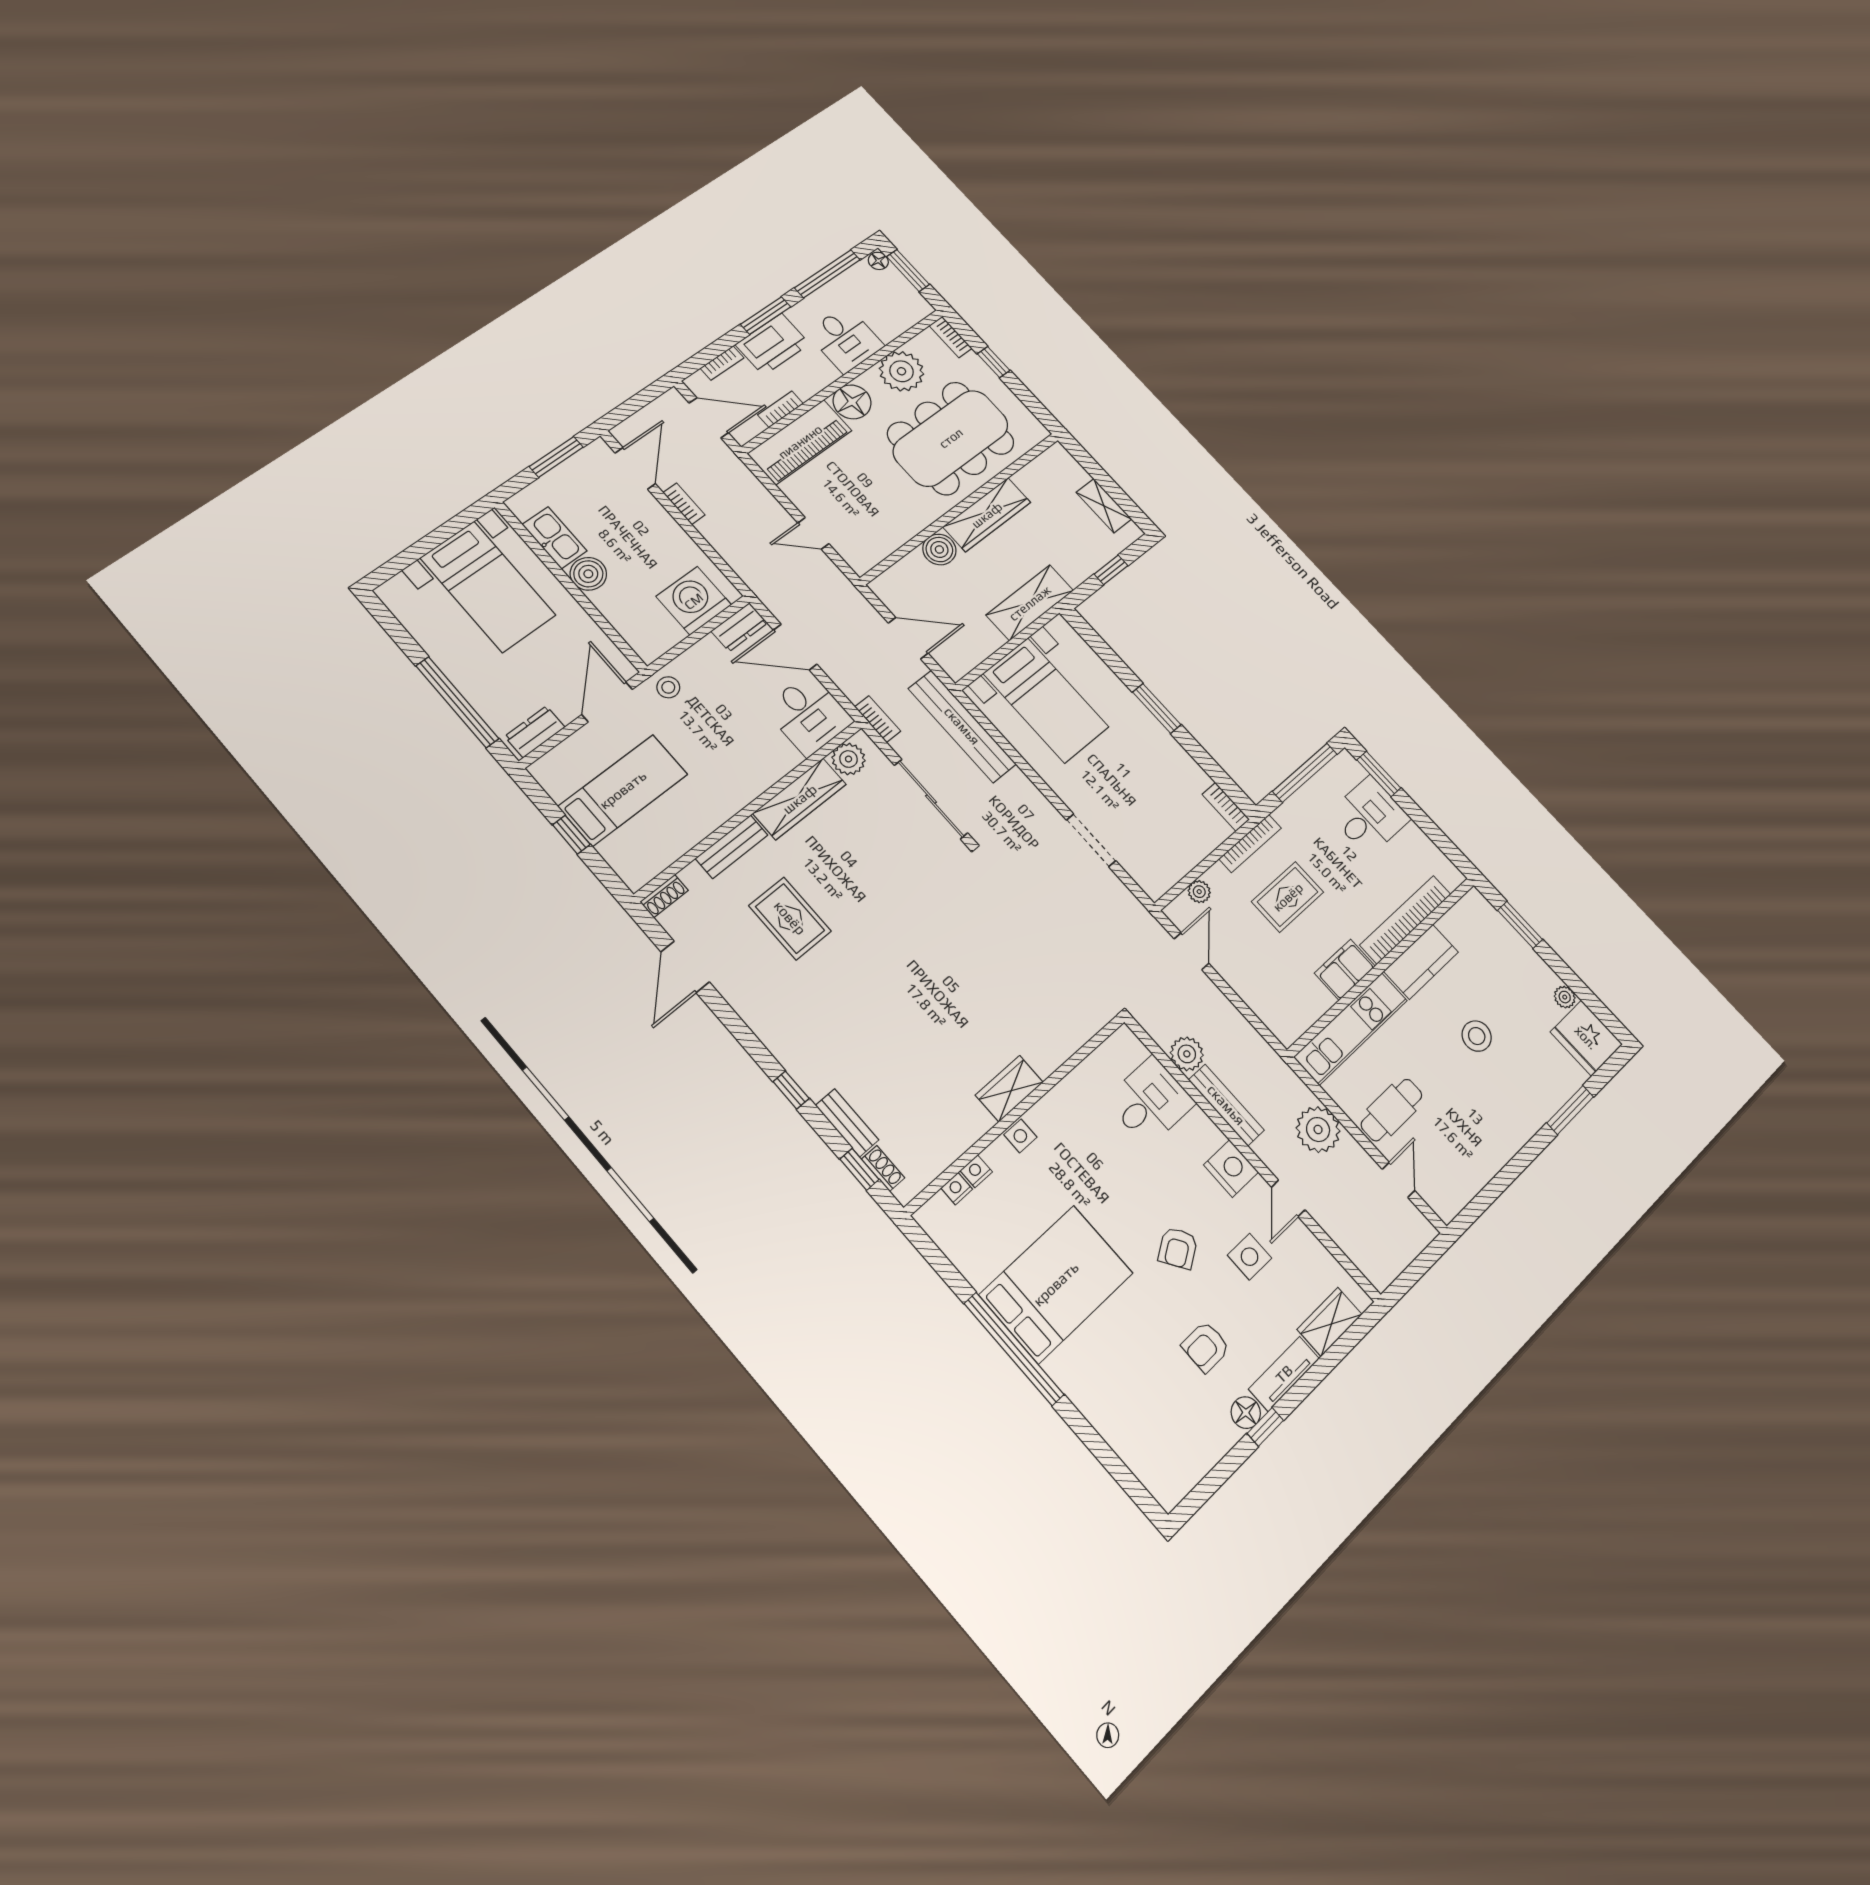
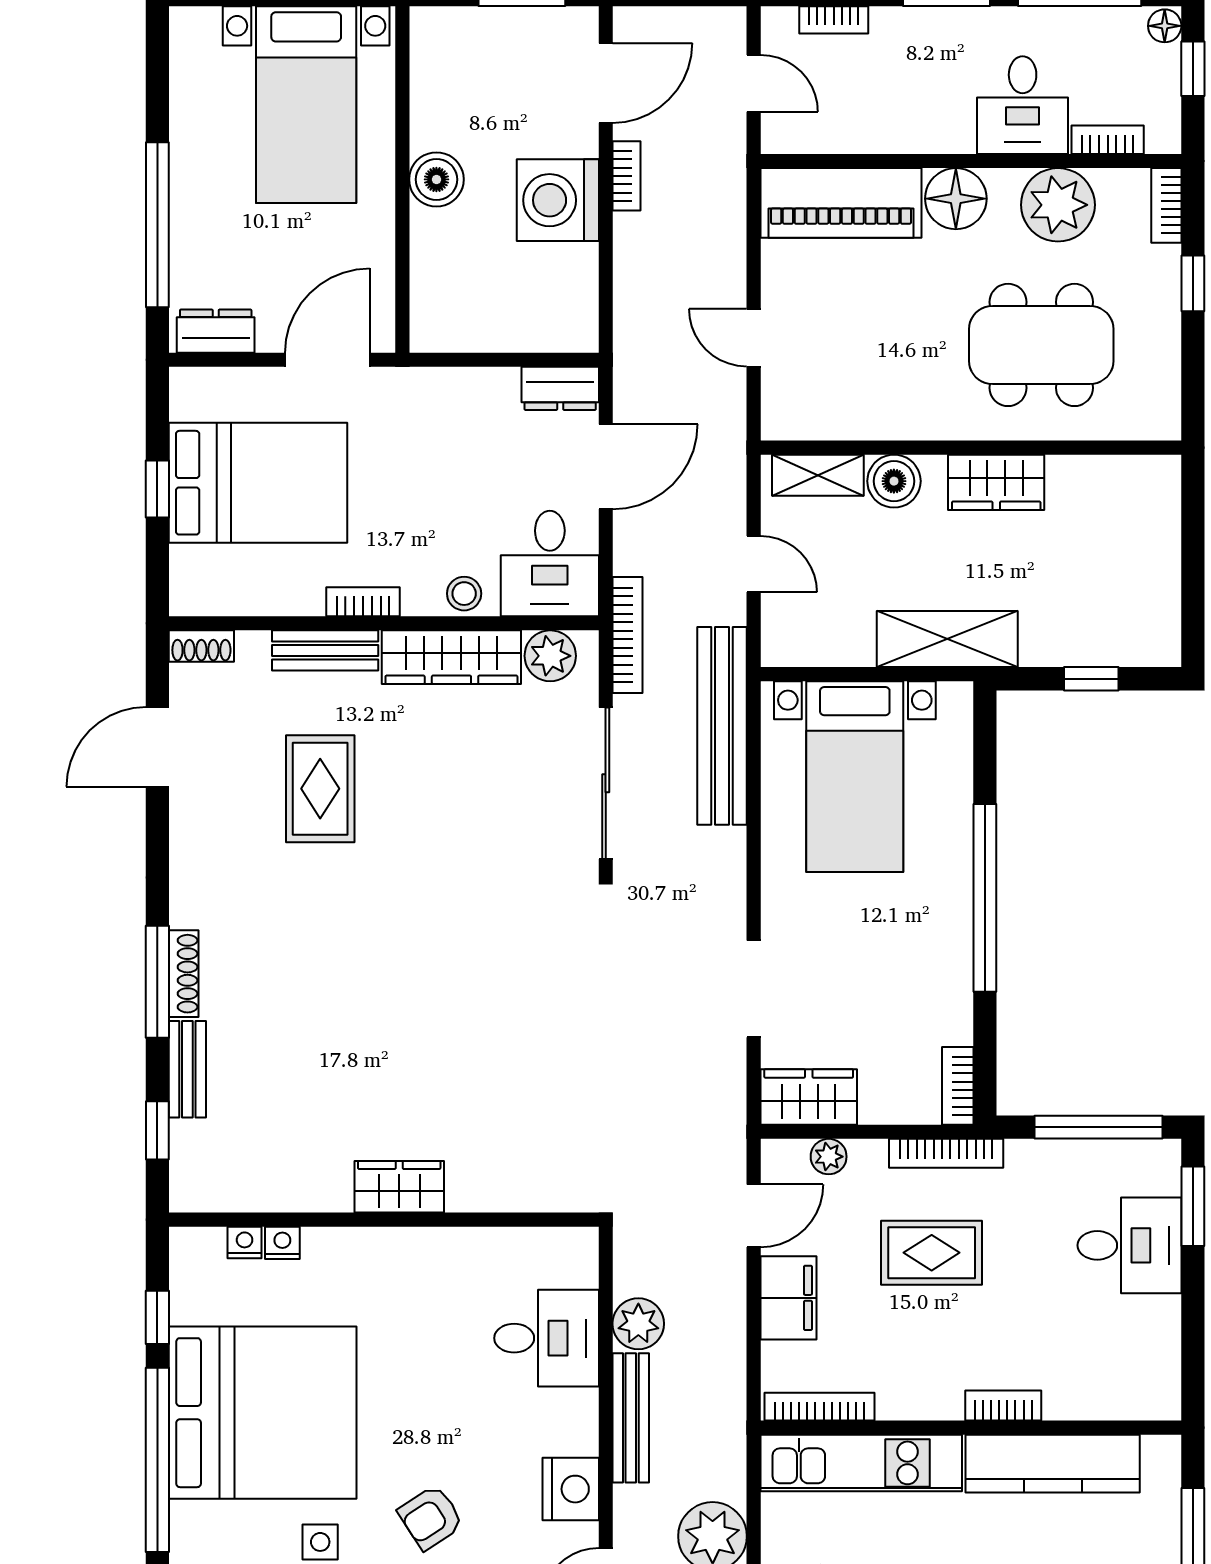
window: (908, 270) -> (1193, 69), width x0.67
printer: (773, 344) -> (921, 42), removed
bookcase: (781, 409) -> (1108, 140), moved
door: (709, 418) -> (754, 83), width x0.73
dining table: (951, 438) -> (1041, 345), width x0.73, depth x0.80
shelving: (1104, 506) -> (818, 475), moved, turned 90
wardrobe: (987, 515) -> (996, 482), width x0.67
kitchen sink: (555, 538) -> (434, 101), removed
washing machine: (694, 601) -> (558, 200), moved, turned -90
door: (908, 638) -> (754, 564), width x0.73
door: (795, 647) -> (606, 467), swing flipped
stool: (668, 687) -> (464, 594), moved
window: (1157, 708) -> (985, 898), width x2.11
bookcase: (878, 719) -> (628, 635), width x1.56
bed: (623, 790) -> (258, 483), width x1.50
bookcase: (730, 807) -> (363, 602), added
wardrobe: (1164, 871) -> (809, 1097), added
bookcase: (1405, 920) -> (1003, 1406), width x0.43, depth x0.76
kitchen counter: (1421, 962) -> (1053, 1464), width x1.50
filing cabinet: (1345, 970) -> (788, 1298), moved, turned 90
bookcase: (1307, 1018) -> (820, 1407), added
window: (791, 1090) -> (157, 982), width x2.17
side table: (1020, 1136) -> (320, 1542), moved
shoe rack: (883, 1168) -> (184, 974), moved, width x1.43
window: (946, 1271) -> (157, 1317), added
bed: (1056, 1284) -> (263, 1413), width x1.36

